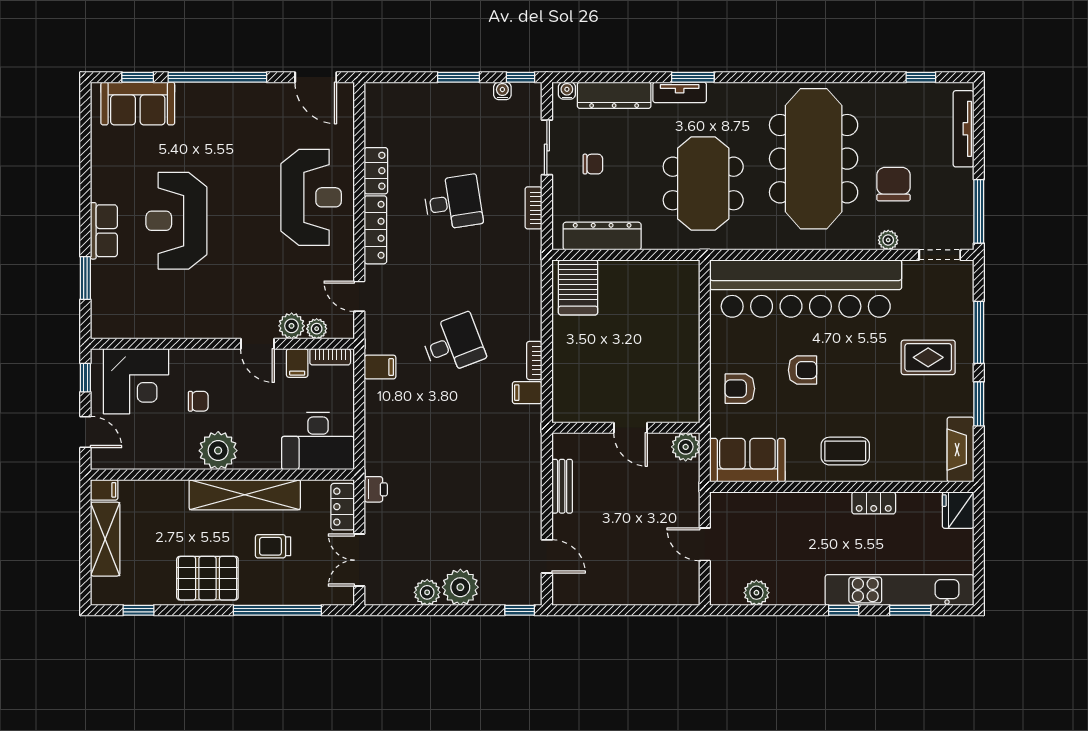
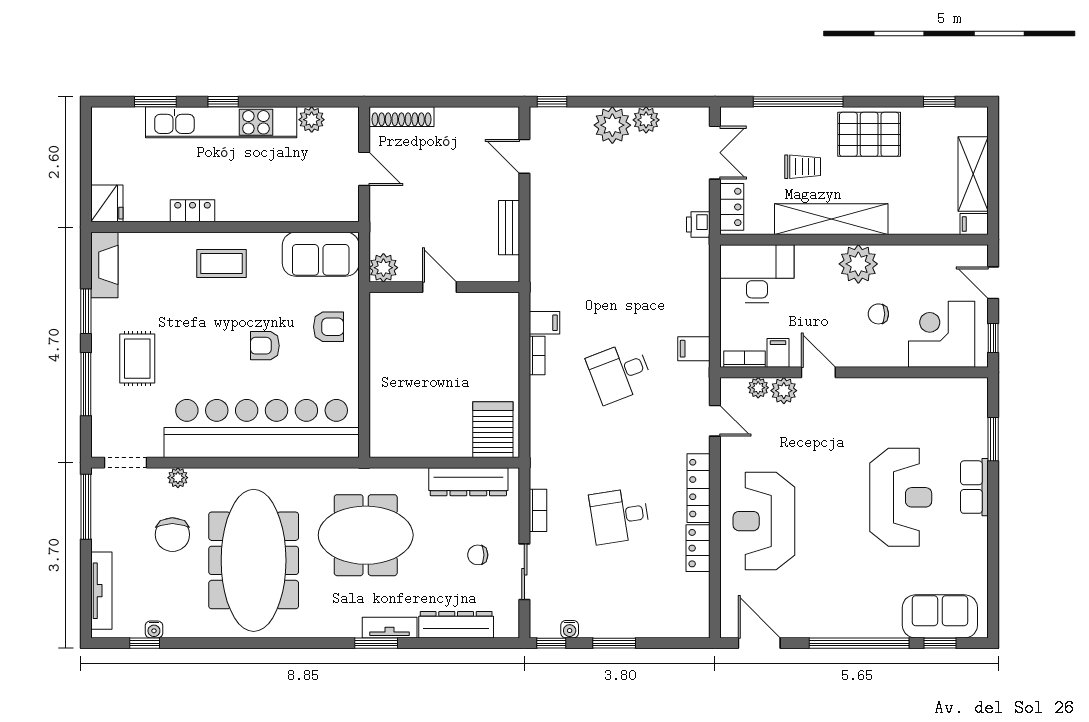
water cooler: (567, 91) -> (154, 629), moved
meeting table: (703, 183) -> (366, 535), turned 90
rug: (928, 357) -> (137, 359), turned 90
kitchen unit: (899, 590) -> (221, 122), moved
shoe rack: (668, 596) -> (401, 117), added

